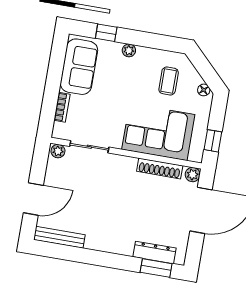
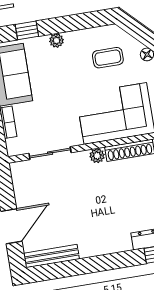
coffee table: (169, 81) -> (108, 58), turned 90
plant: (58, 151) -> (97, 156), moved

